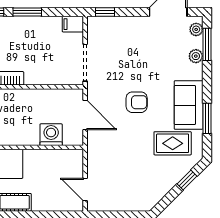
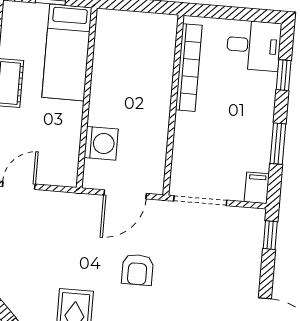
window: (27, 12) -> (278, 144), moved

